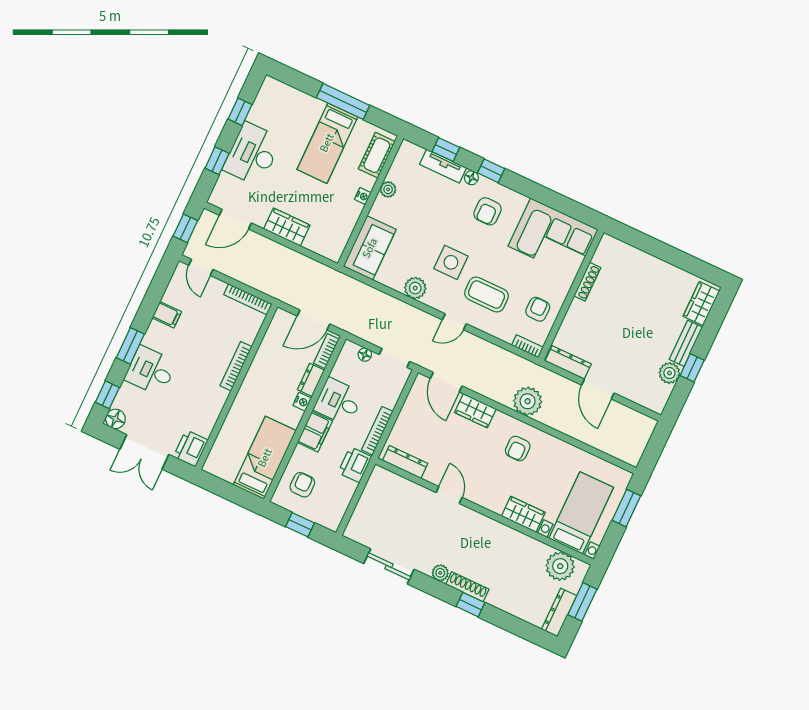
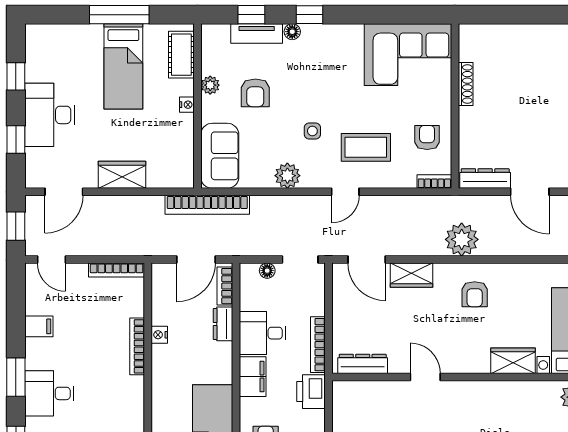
armchair: (488, 211) -> (255, 93), moved
side table: (451, 262) -> (312, 131), width x0.54, depth x0.54
bookcase: (342, 281) -> (207, 205), added
nightstand: (302, 402) -> (159, 335), moved, turned 180

